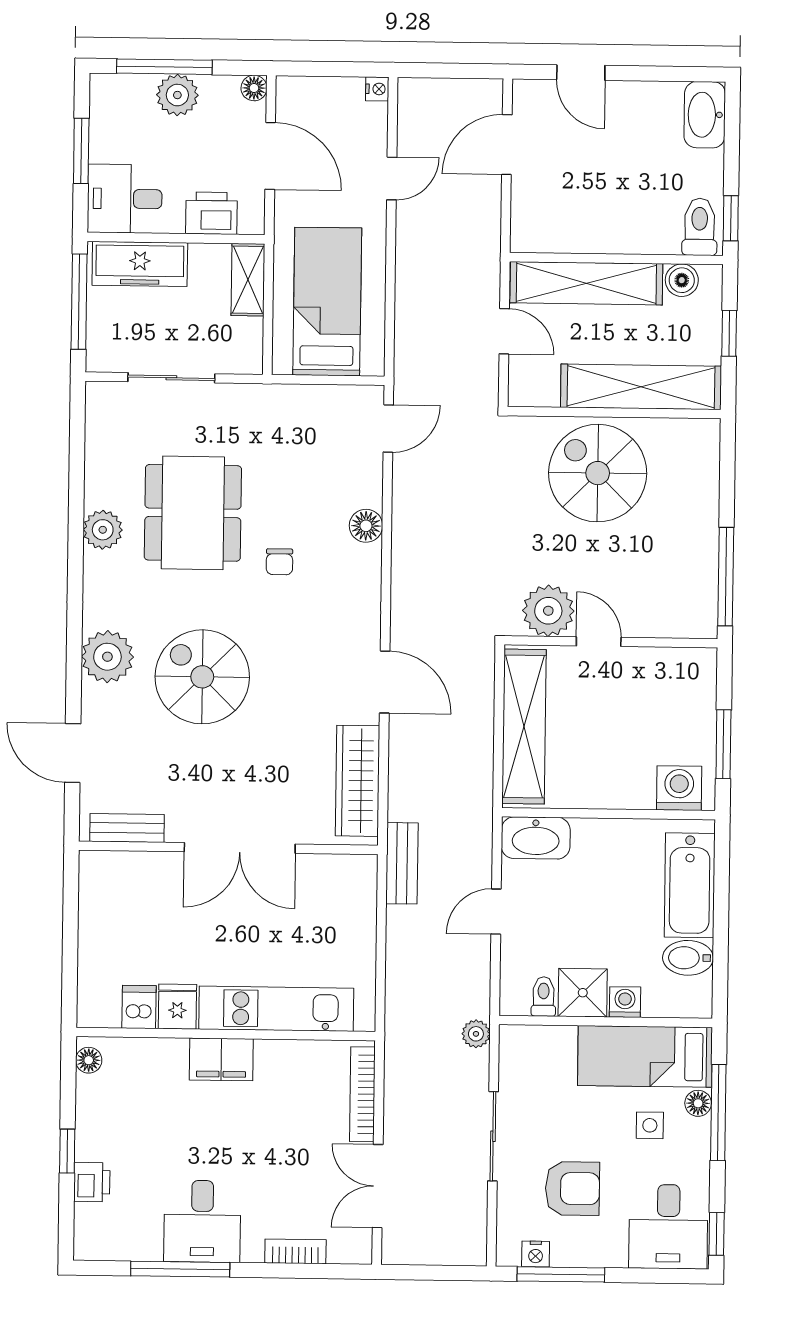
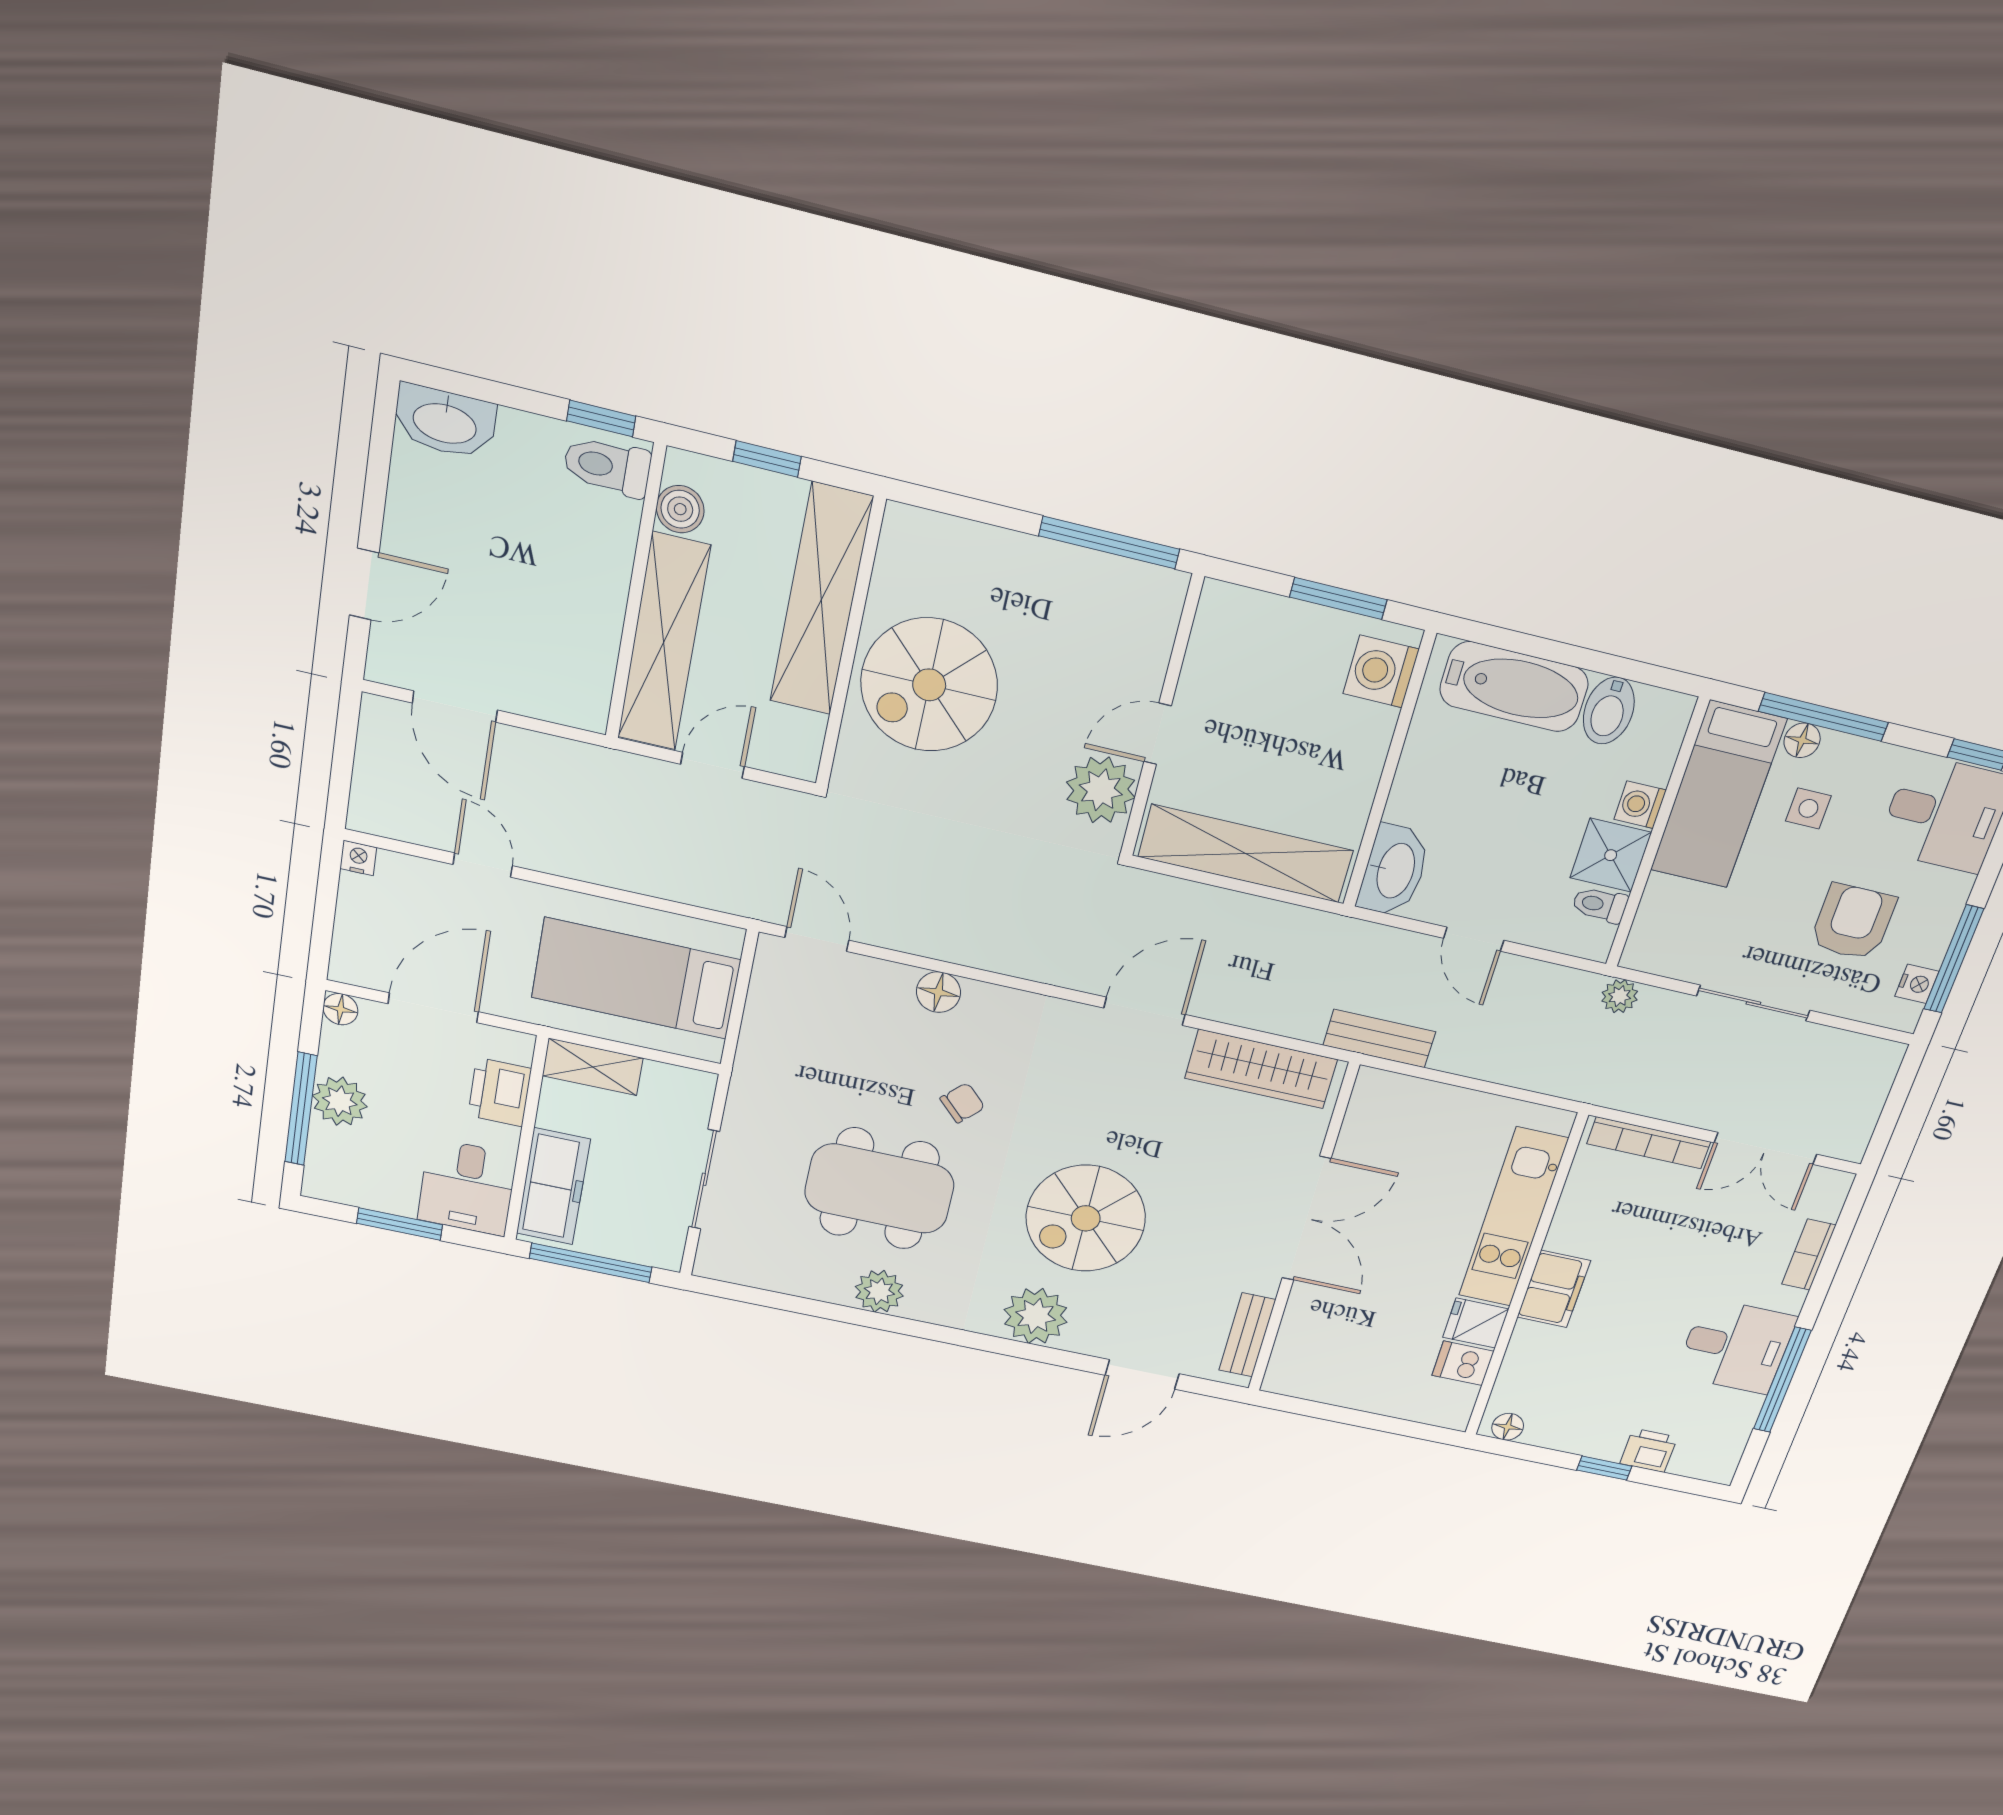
chair: (279, 562) -> (962, 1103), turned -45

